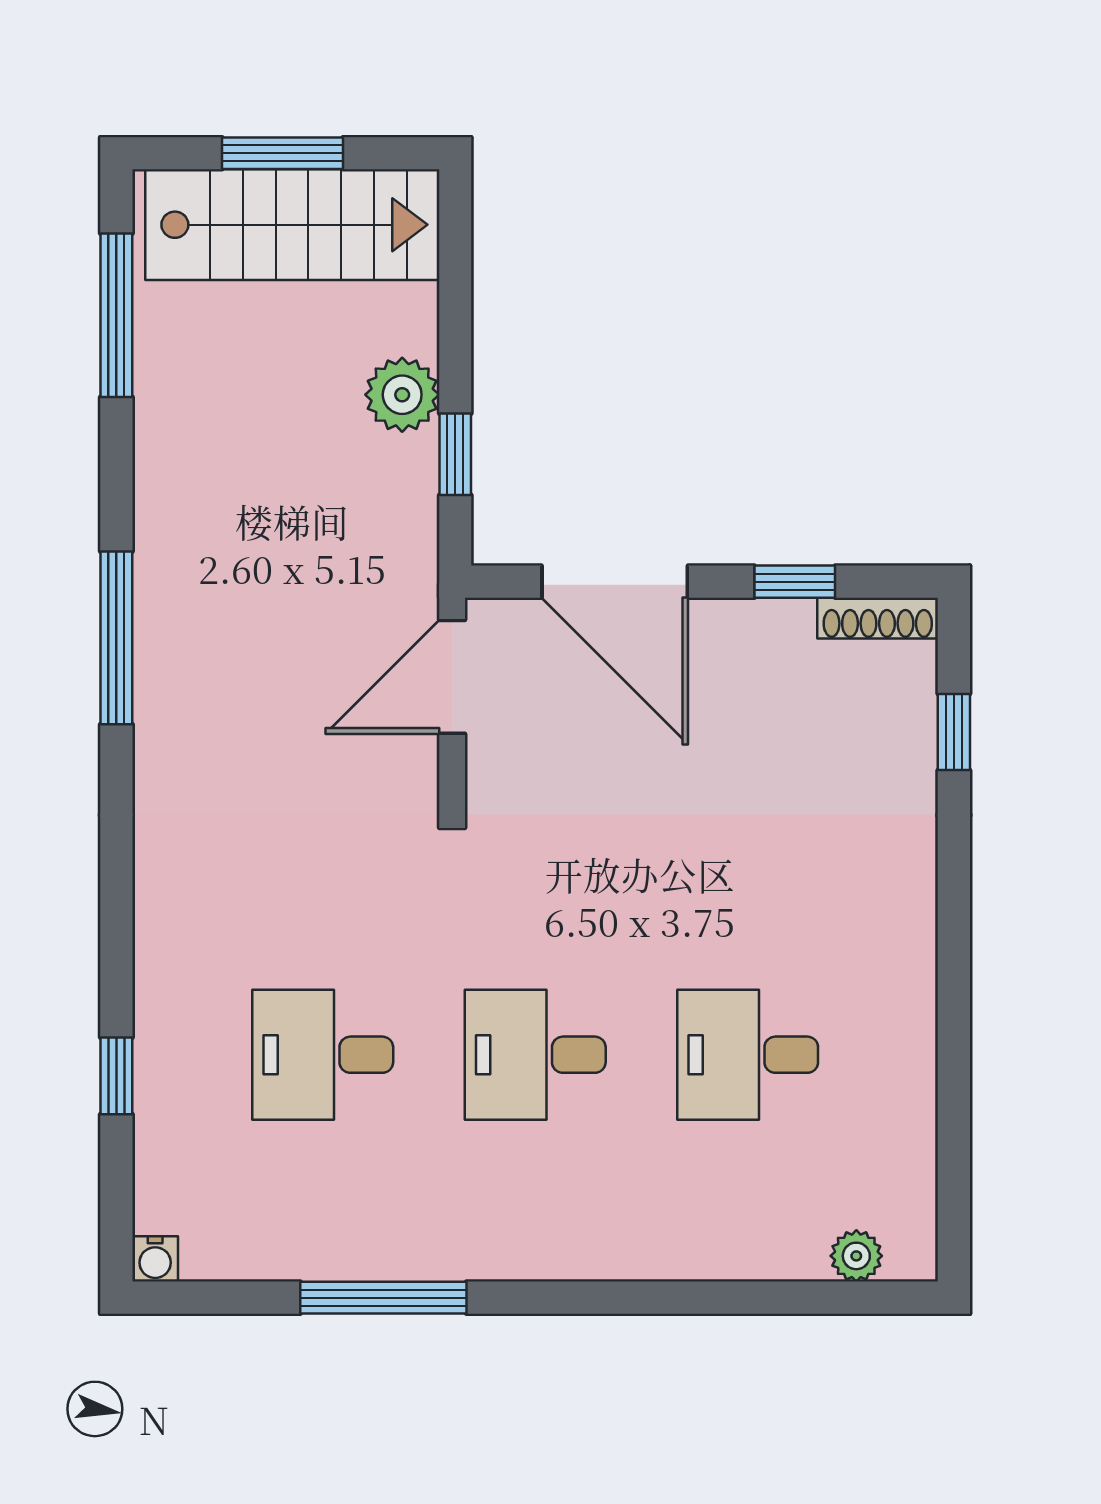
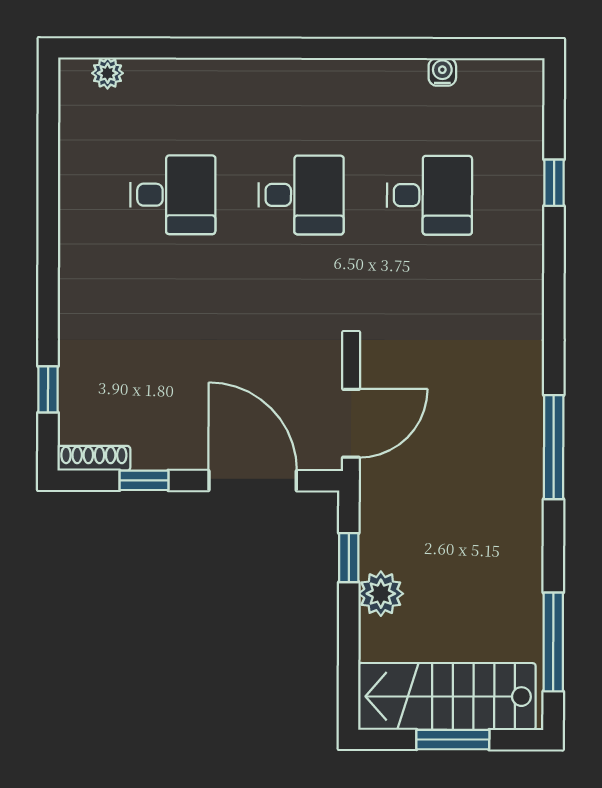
water cooler: (155, 1259) -> (442, 72), moved
window: (383, 1298) -> (393, 48), removed

